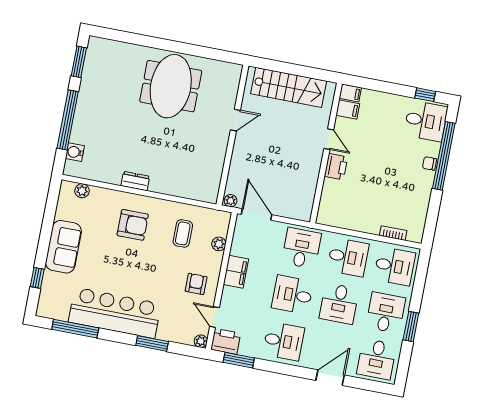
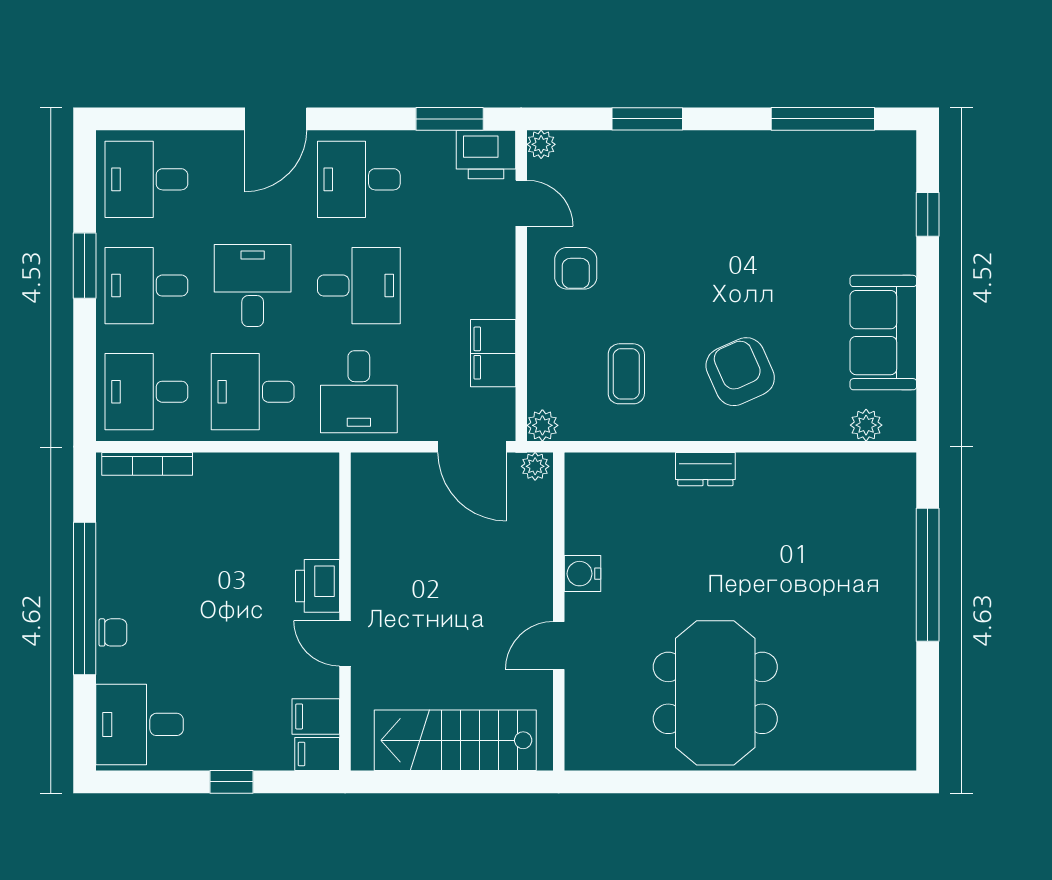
window: (79, 62) -> (928, 707), removed
window: (425, 95) -> (232, 782), moved
water cooler: (75, 152) -> (582, 574), moved, turned 180
window: (444, 156) -> (85, 598), moved
dresser: (135, 181) -> (705, 469), moved
armchair: (133, 225) -> (740, 372), turned 66
bookcase: (393, 233) -> (147, 464), width x1.56
plant: (219, 244) -> (542, 425), moved
sofa: (63, 247) -> (883, 333), moved
filing cabinet: (236, 272) -> (493, 353), moved
bar counter: (115, 313) -> (742, 170), removed
desk: (386, 313) -> (146, 286), turned 90
desk: (377, 359) -> (146, 179), turned -90
door: (330, 378) -> (276, 119), moved

